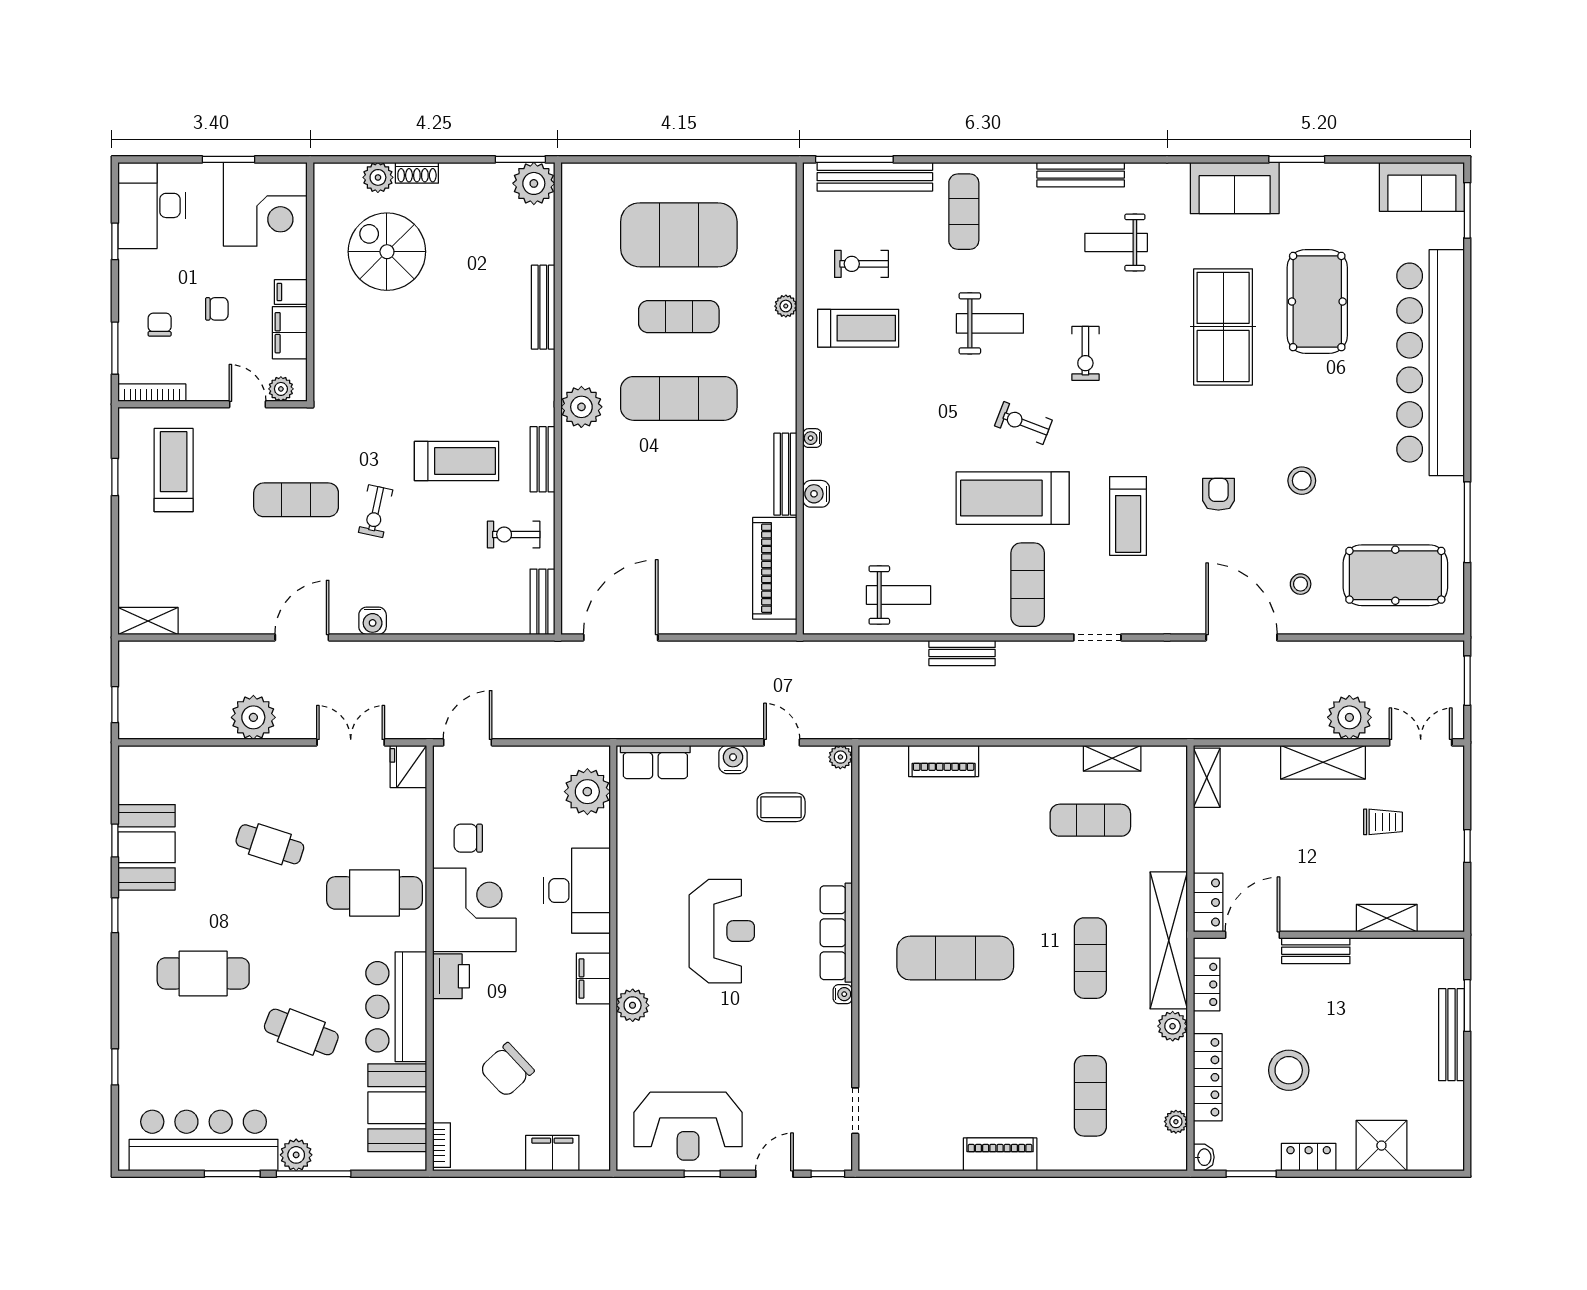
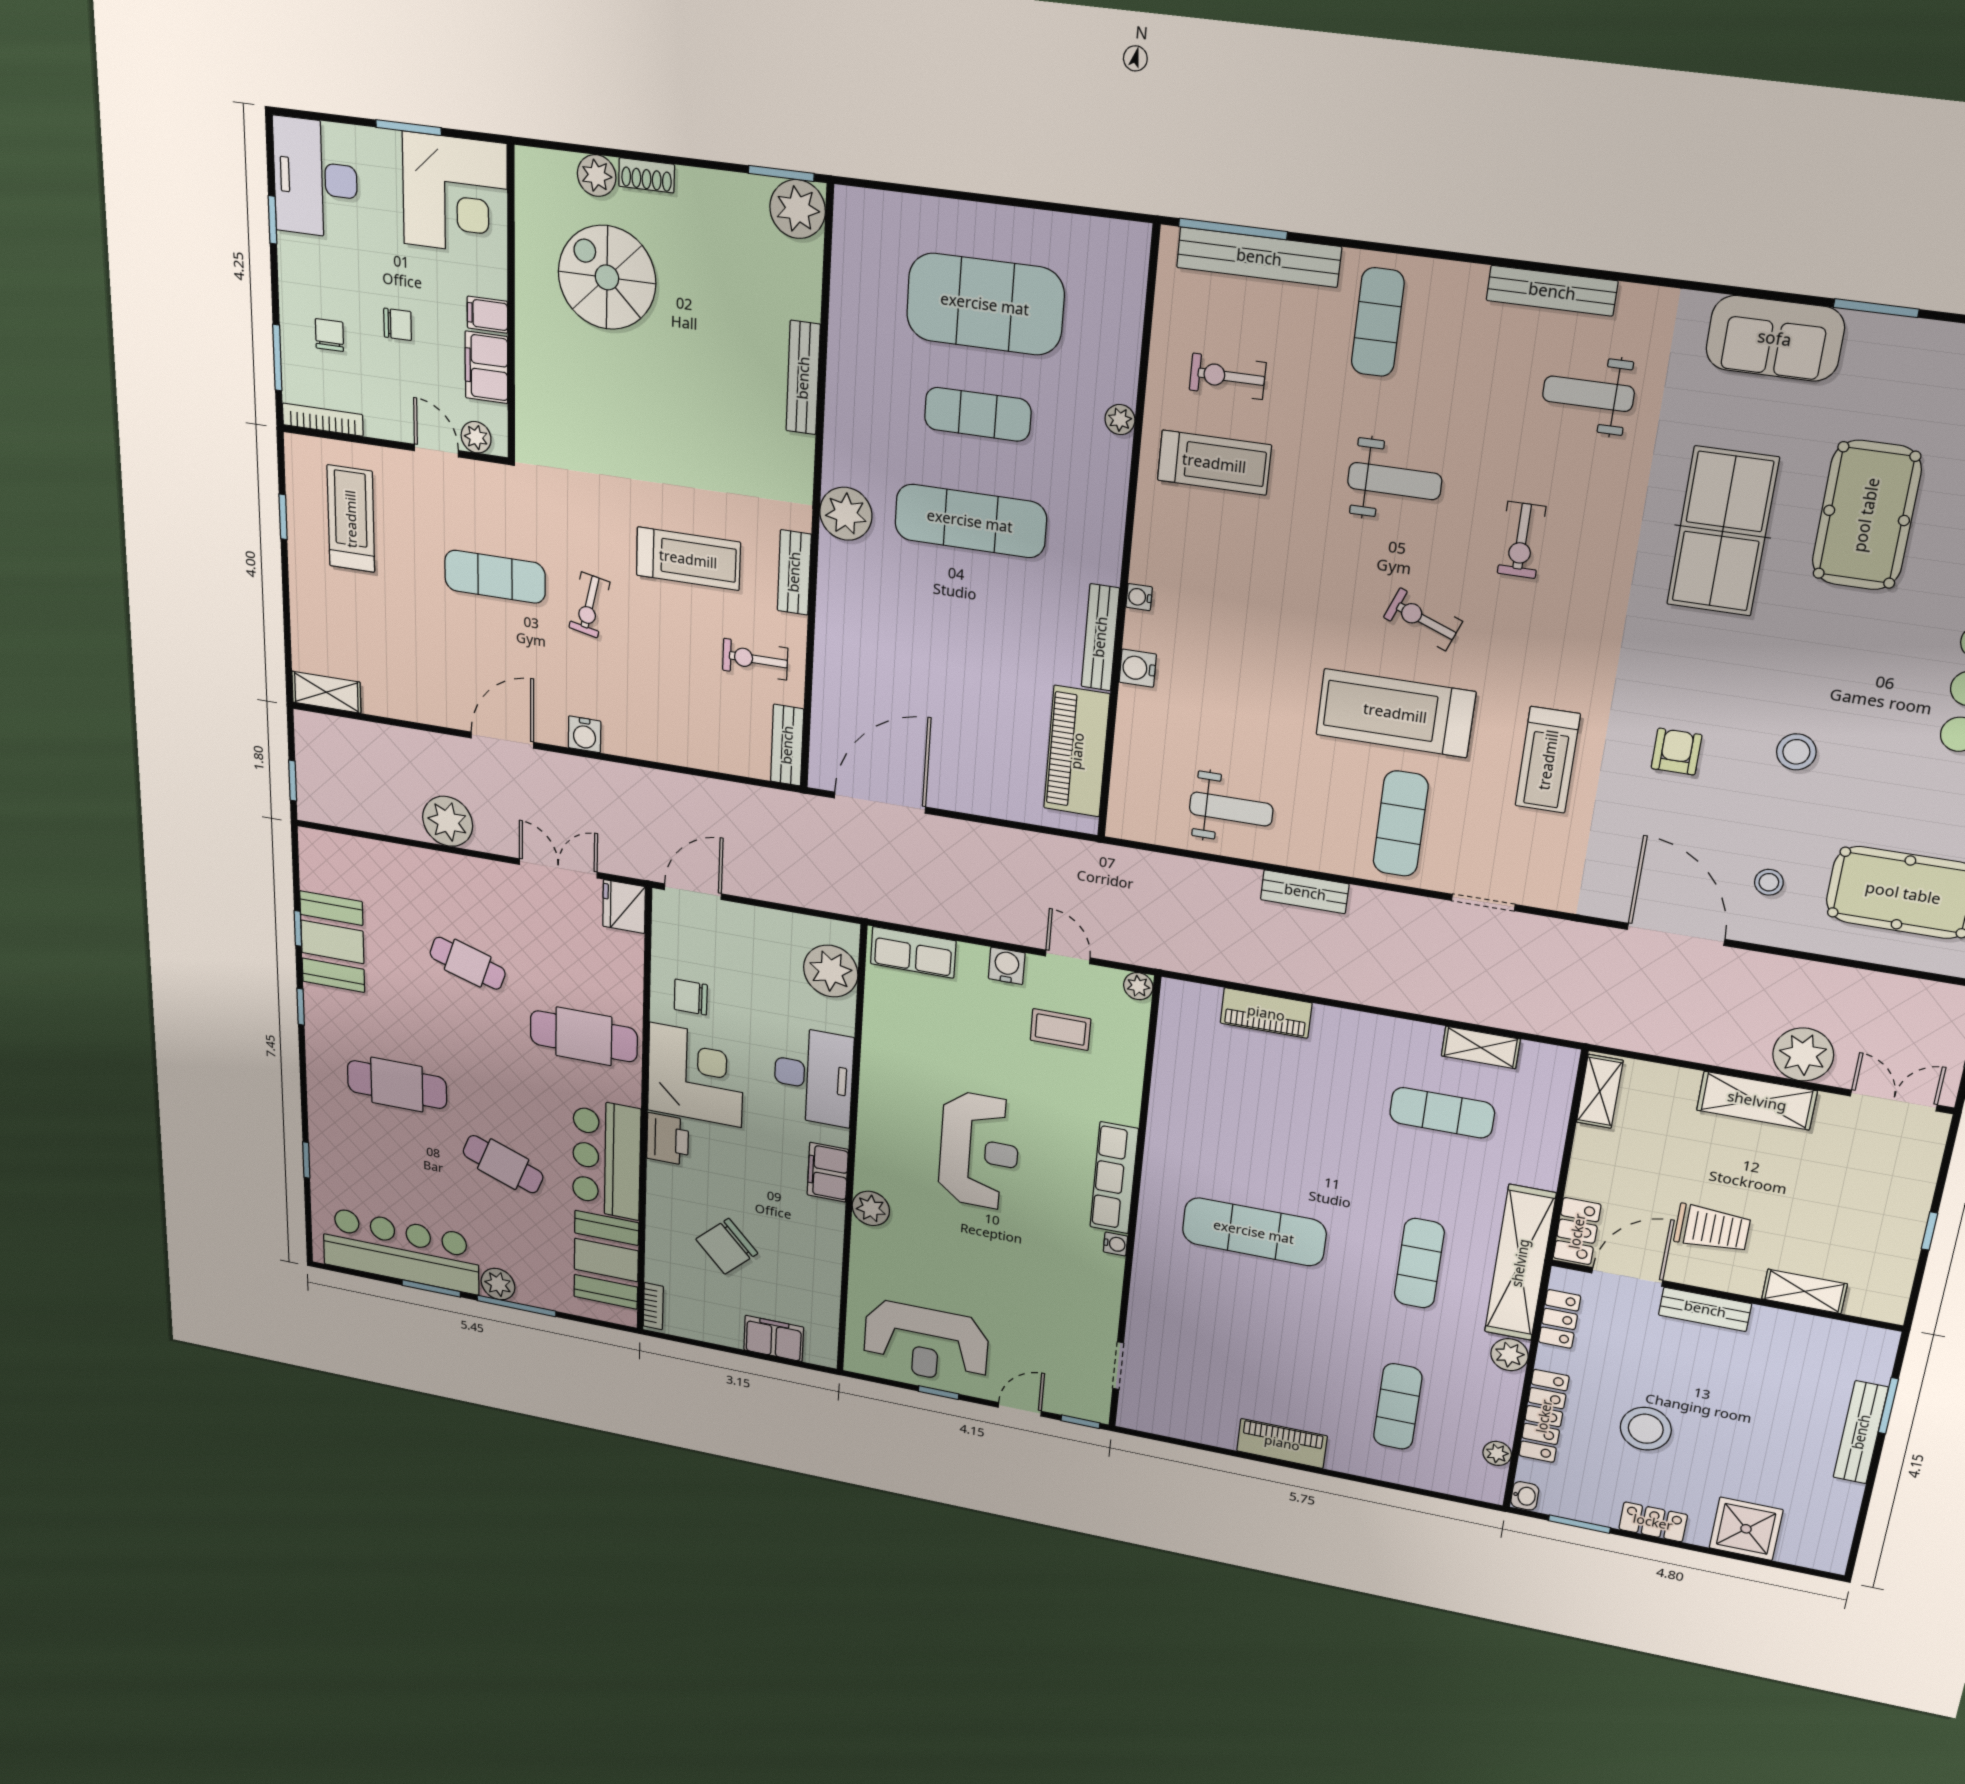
trolley: (1383, 822) -> (1712, 1228), moved, width x1.36, depth x1.39

